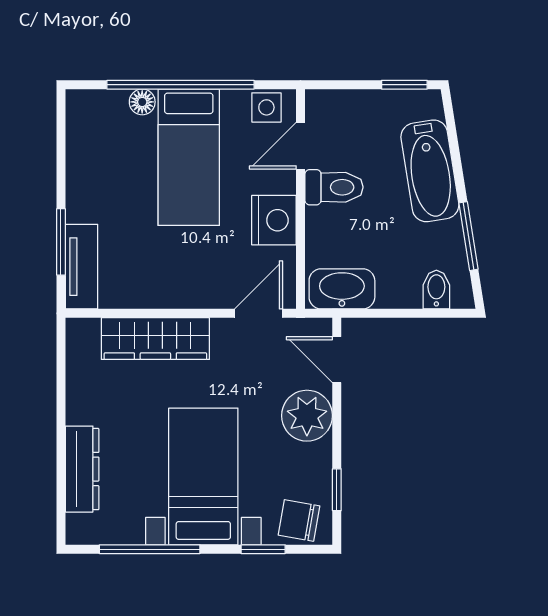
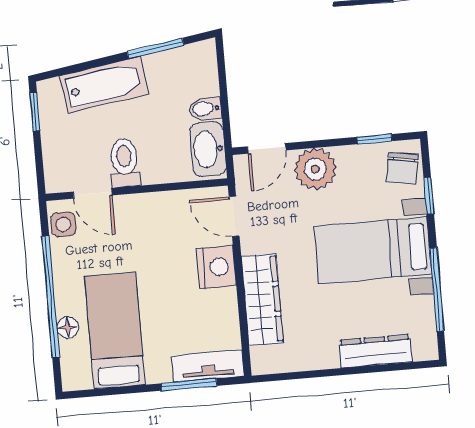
bed: (189, 157) -> (115, 331), moved, turned -90
nightstand: (274, 220) -> (216, 267), moved, turned 90
bidet: (436, 290) -> (205, 109), moved

